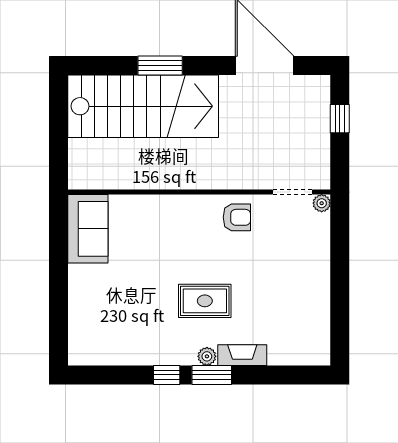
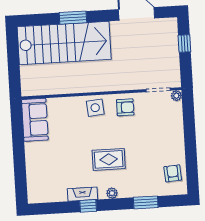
side table: (188, 215) -> (95, 108), added
armchair: (308, 330) -> (173, 173), added
fireplace: (242, 355) -> (82, 194), moved
window: (212, 375) -> (146, 202), moved

